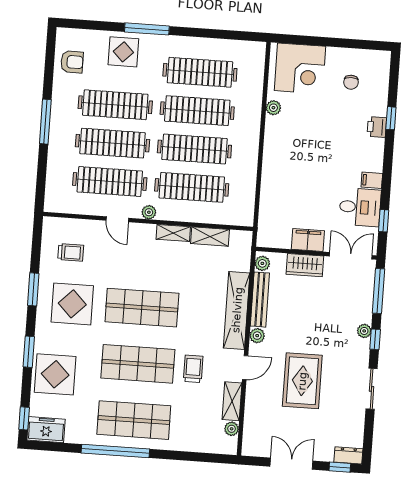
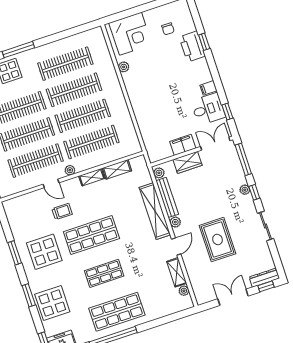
printer: (377, 127) -> (192, 46), width x1.87, depth x1.48
trolley: (71, 252) -> (62, 212), moved
shop shelf: (138, 364) -> (104, 273), width x0.70, depth x0.74
trolley: (193, 369) -> (142, 261), removed
dresser: (348, 455) -> (264, 278), width x1.44

